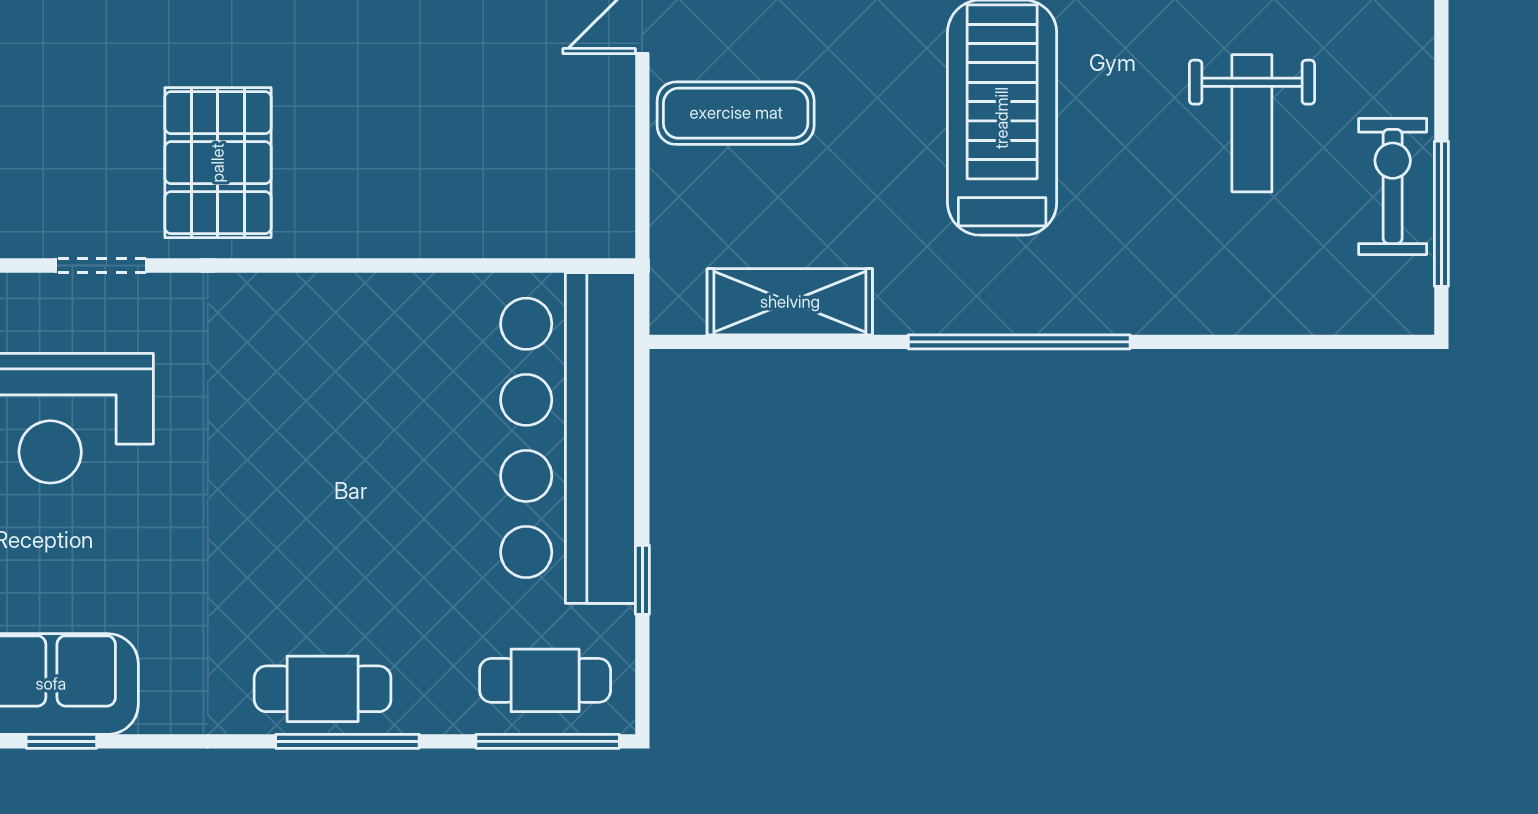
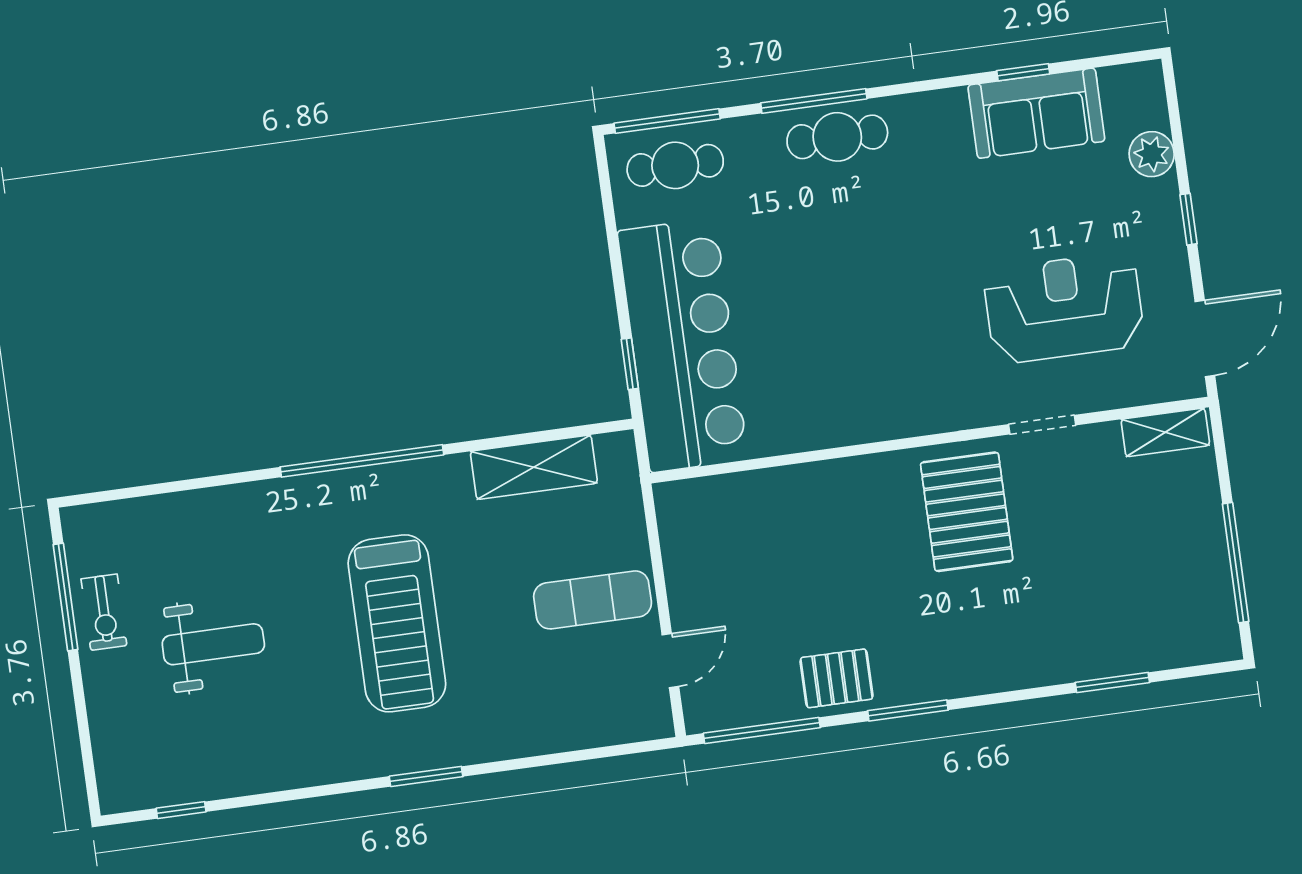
weight bench: (1252, 123) -> (213, 644), turned 90
exercise bike: (1393, 186) -> (104, 612), width x0.73, depth x0.72
window: (642, 580) -> (630, 364), moved

